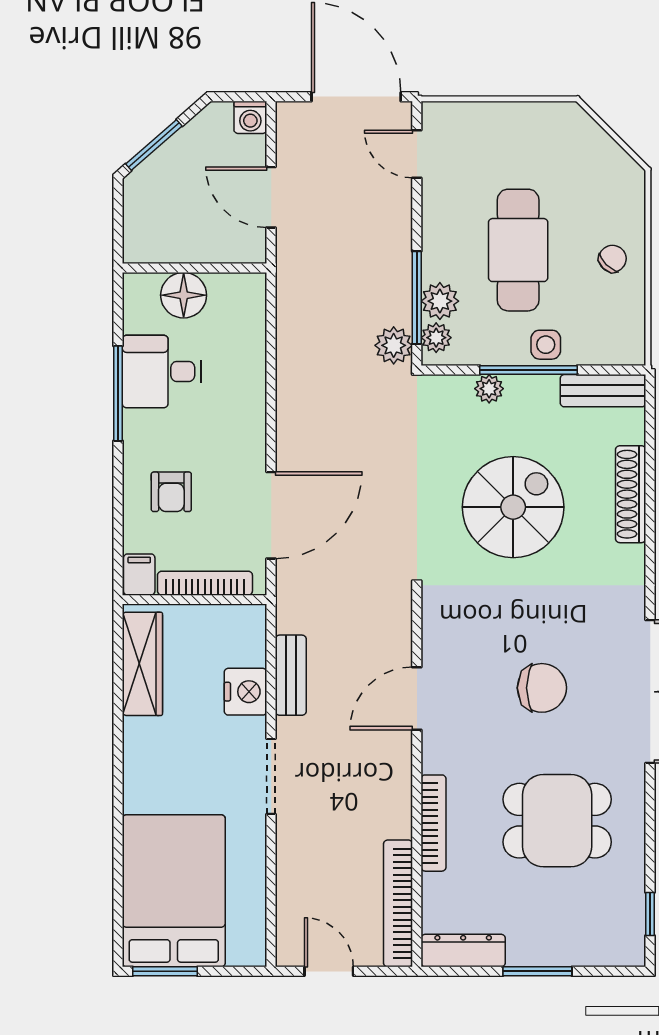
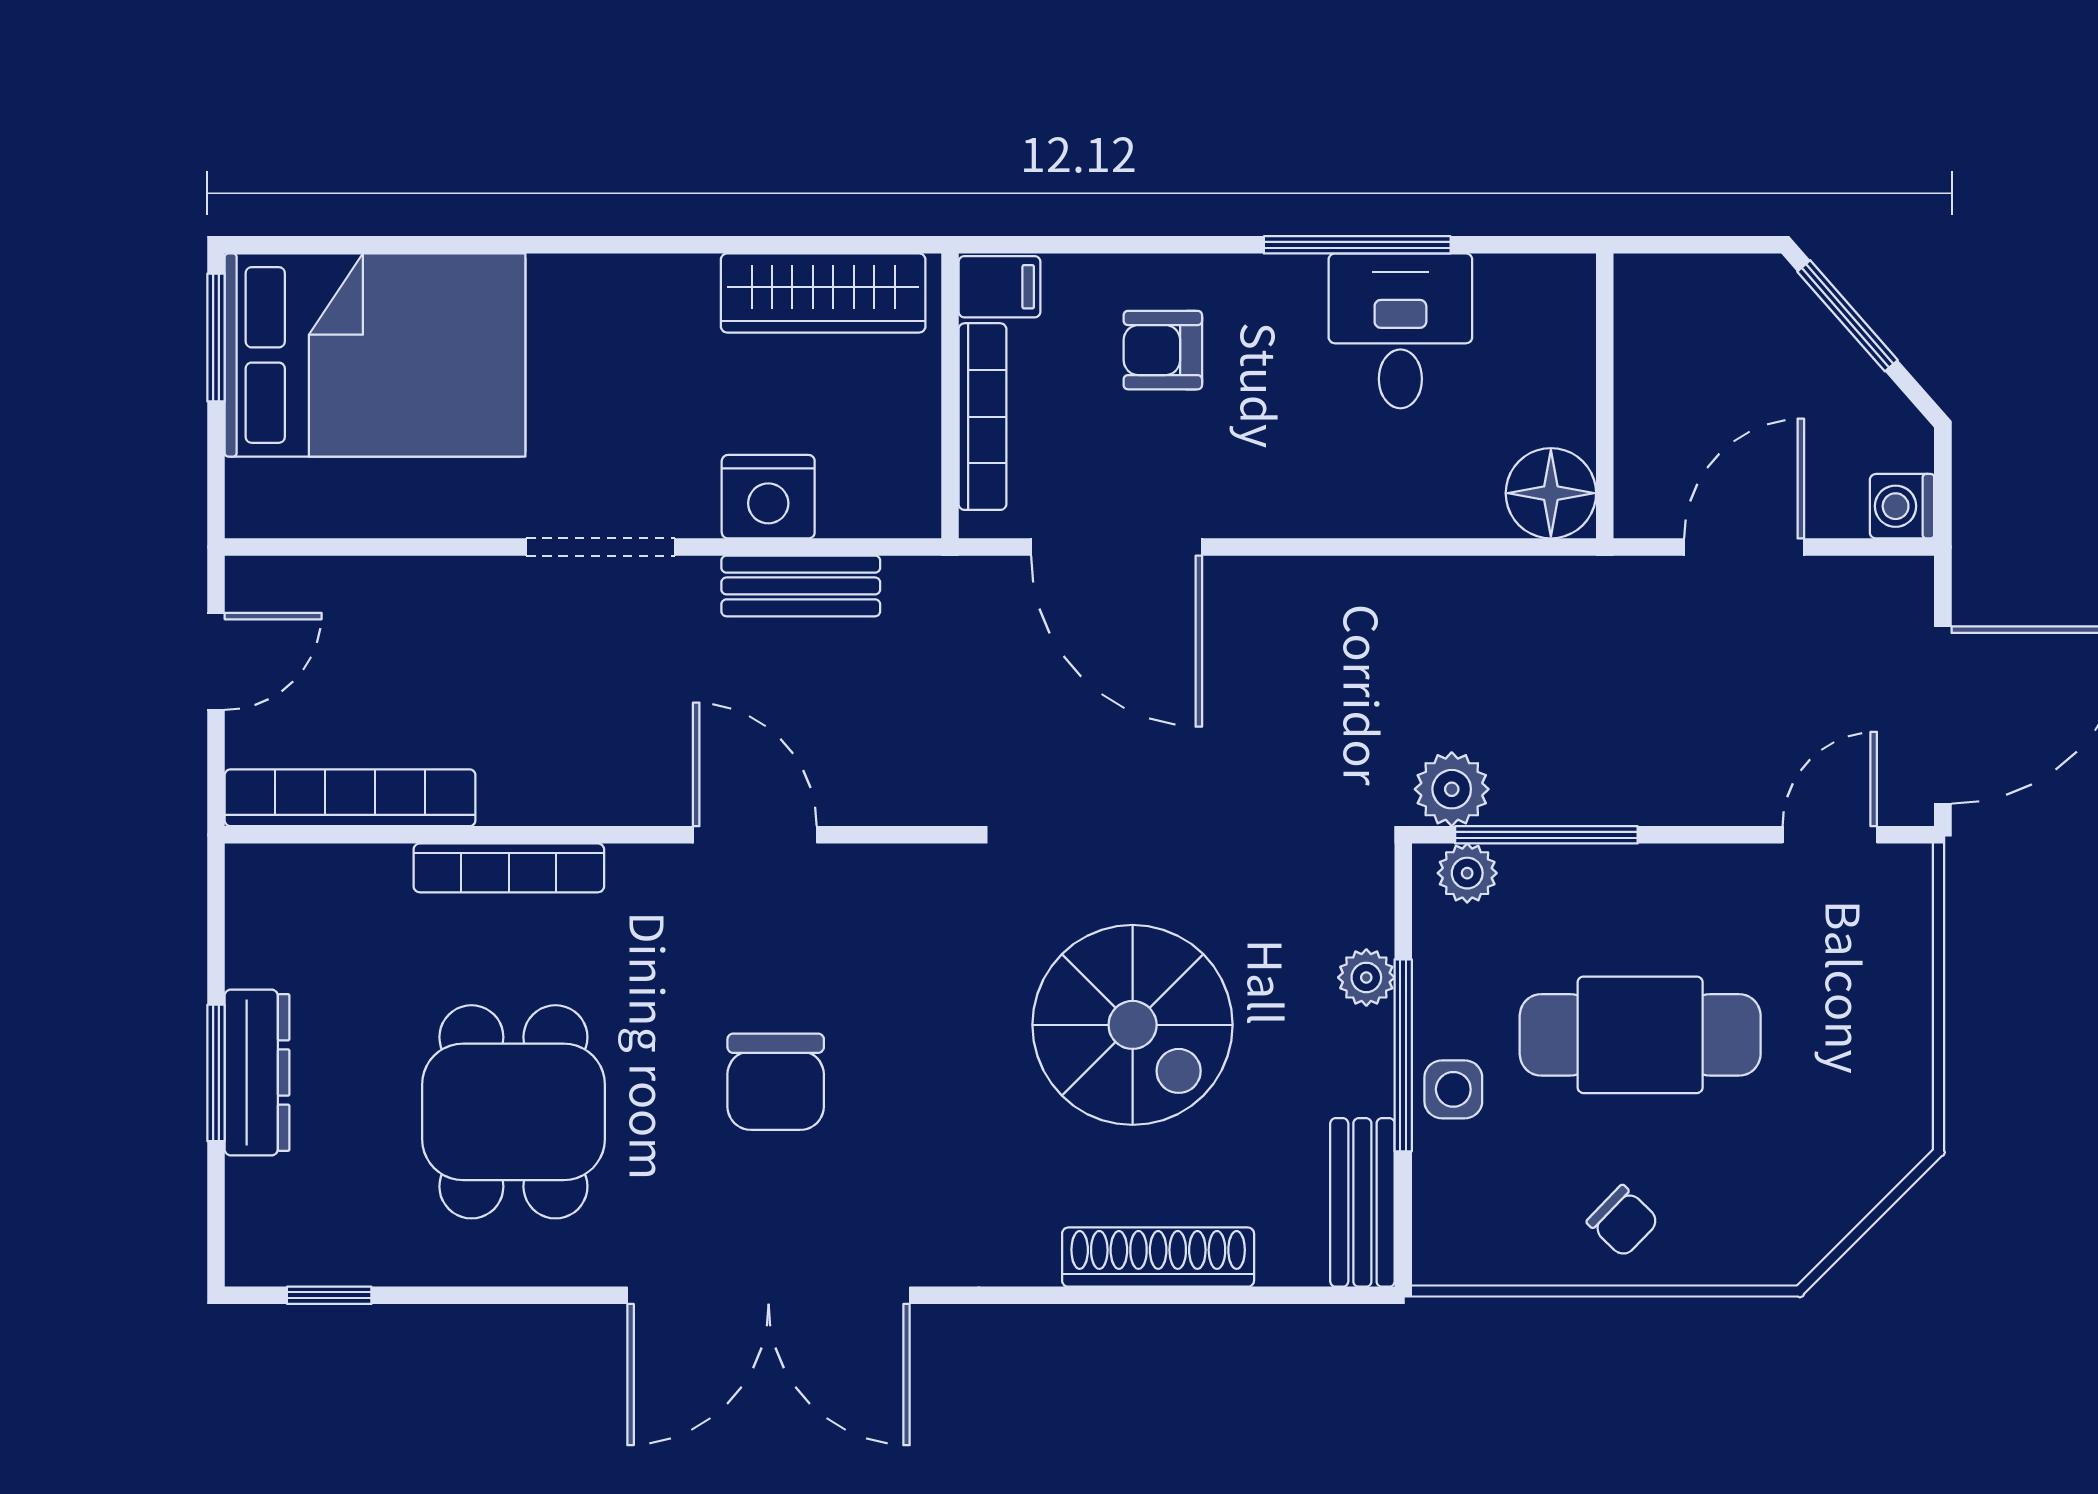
floor lamp: (184, 295) -> (1551, 493), moved
plant: (440, 301) -> (1539, 880), removed
dresser: (463, 951) -> (257, 1072), moved

